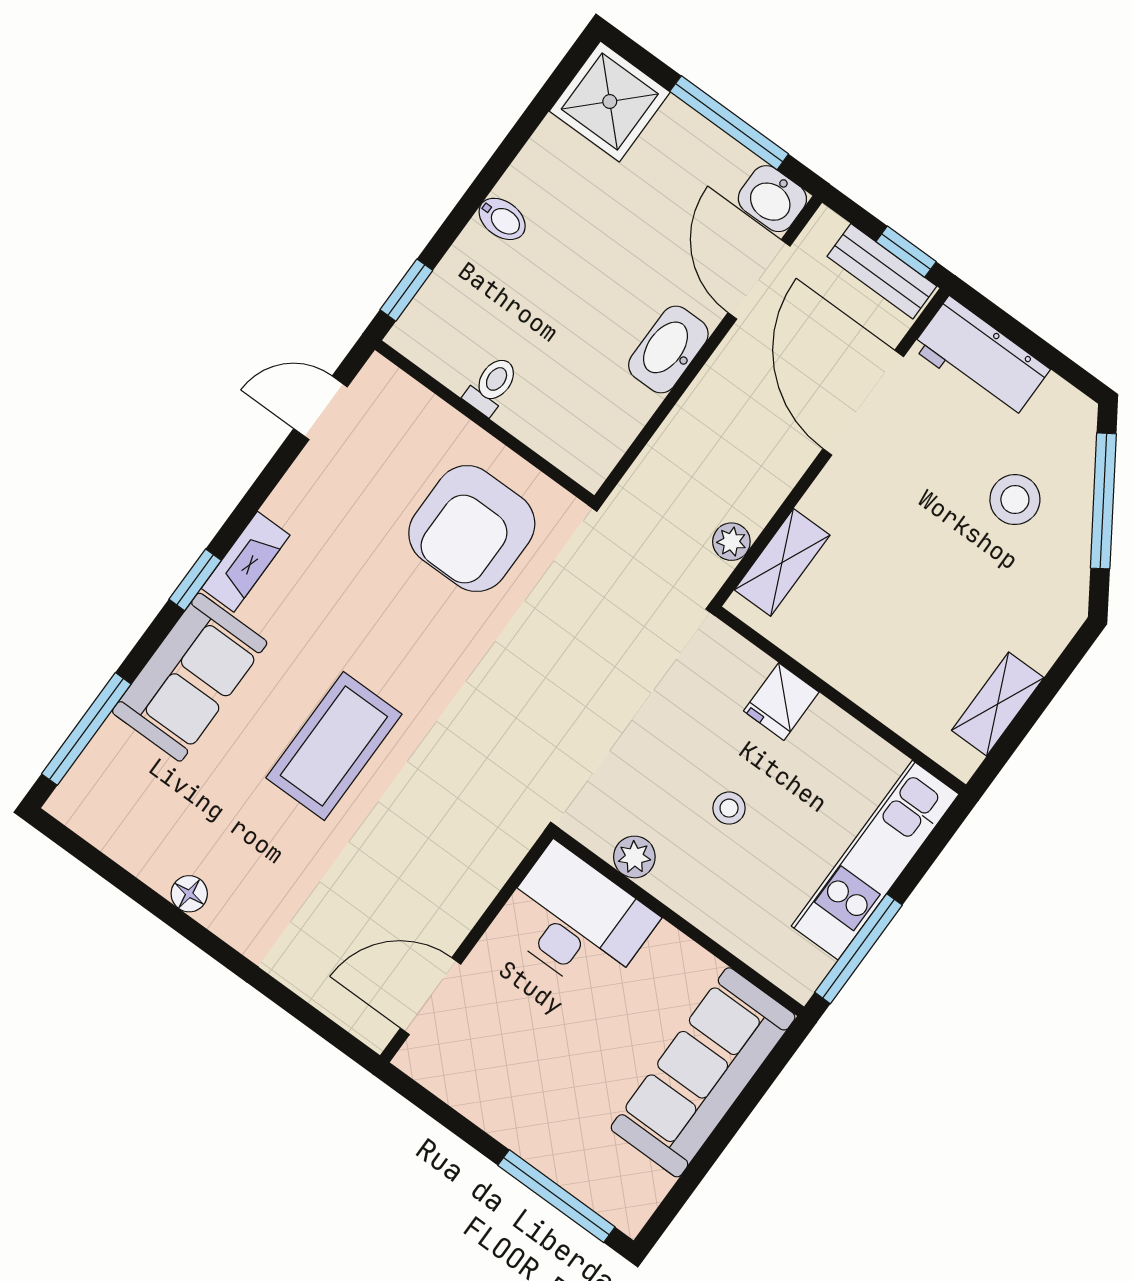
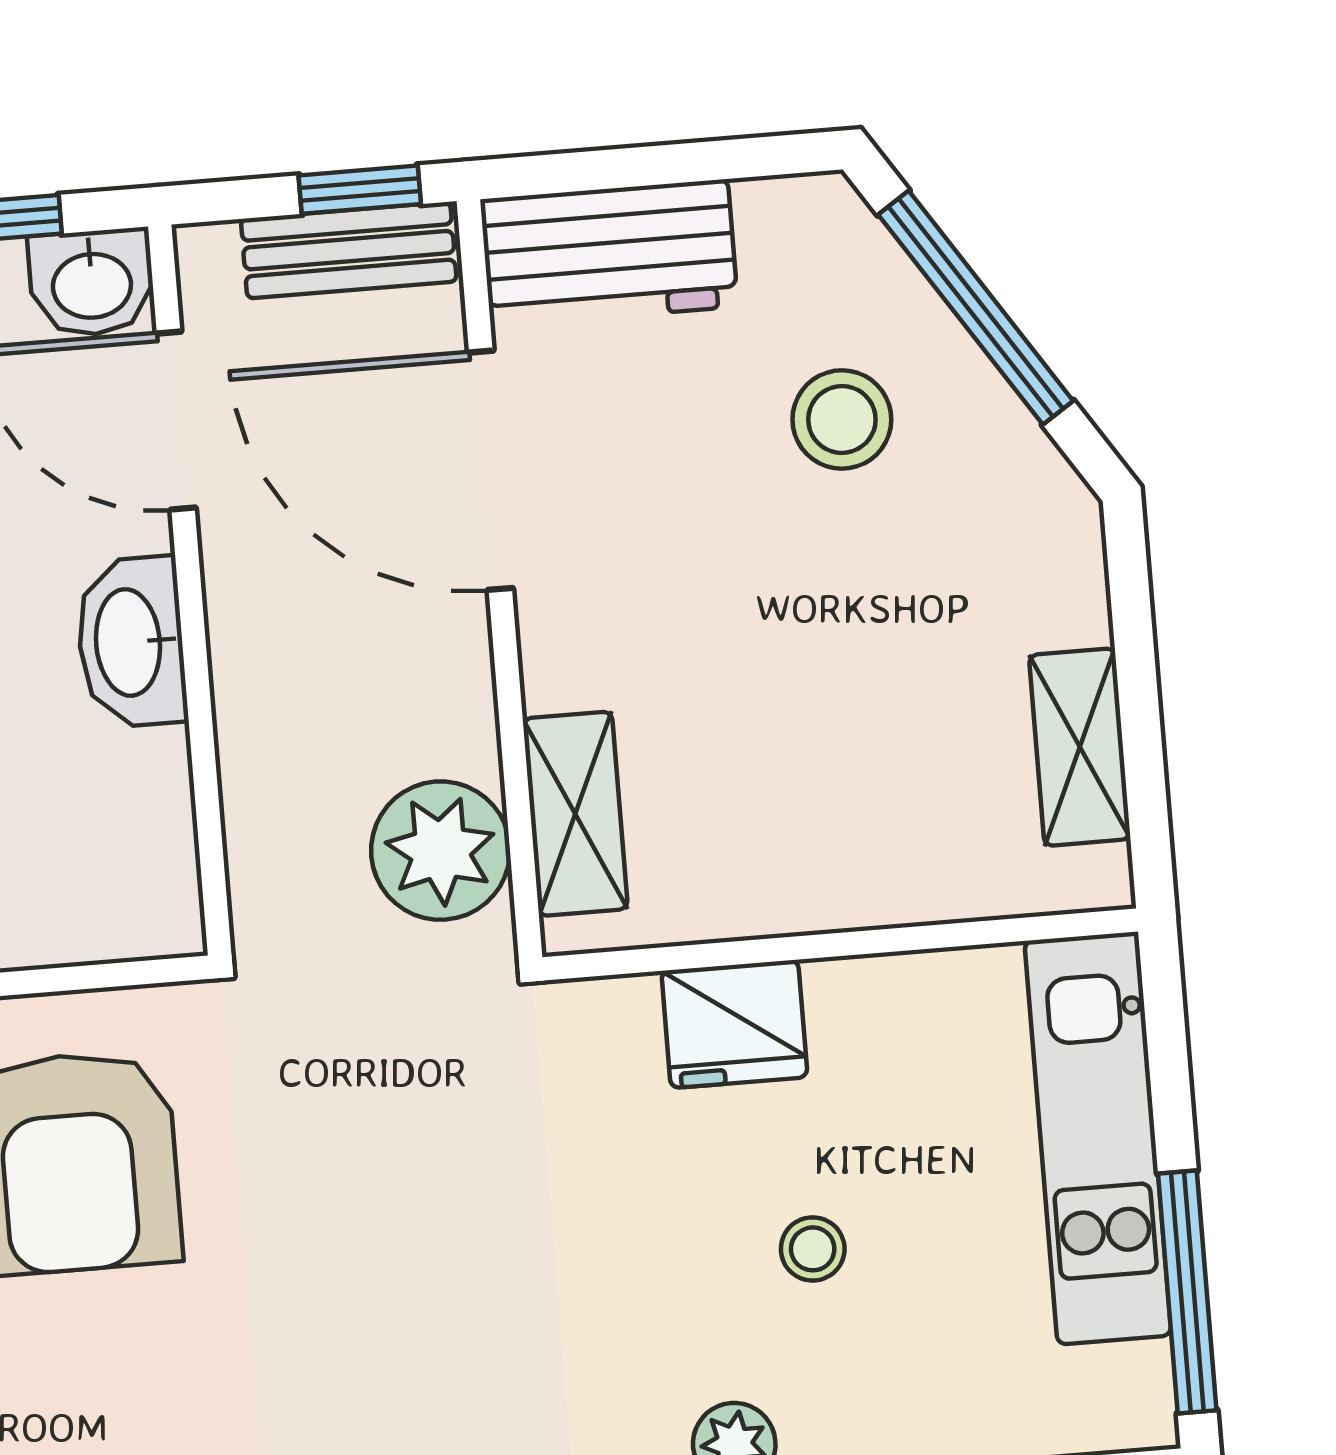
plant: (731, 542) -> (441, 851), width x1.88, depth x1.88
fridge: (781, 702) -> (734, 1024), width x1.38

